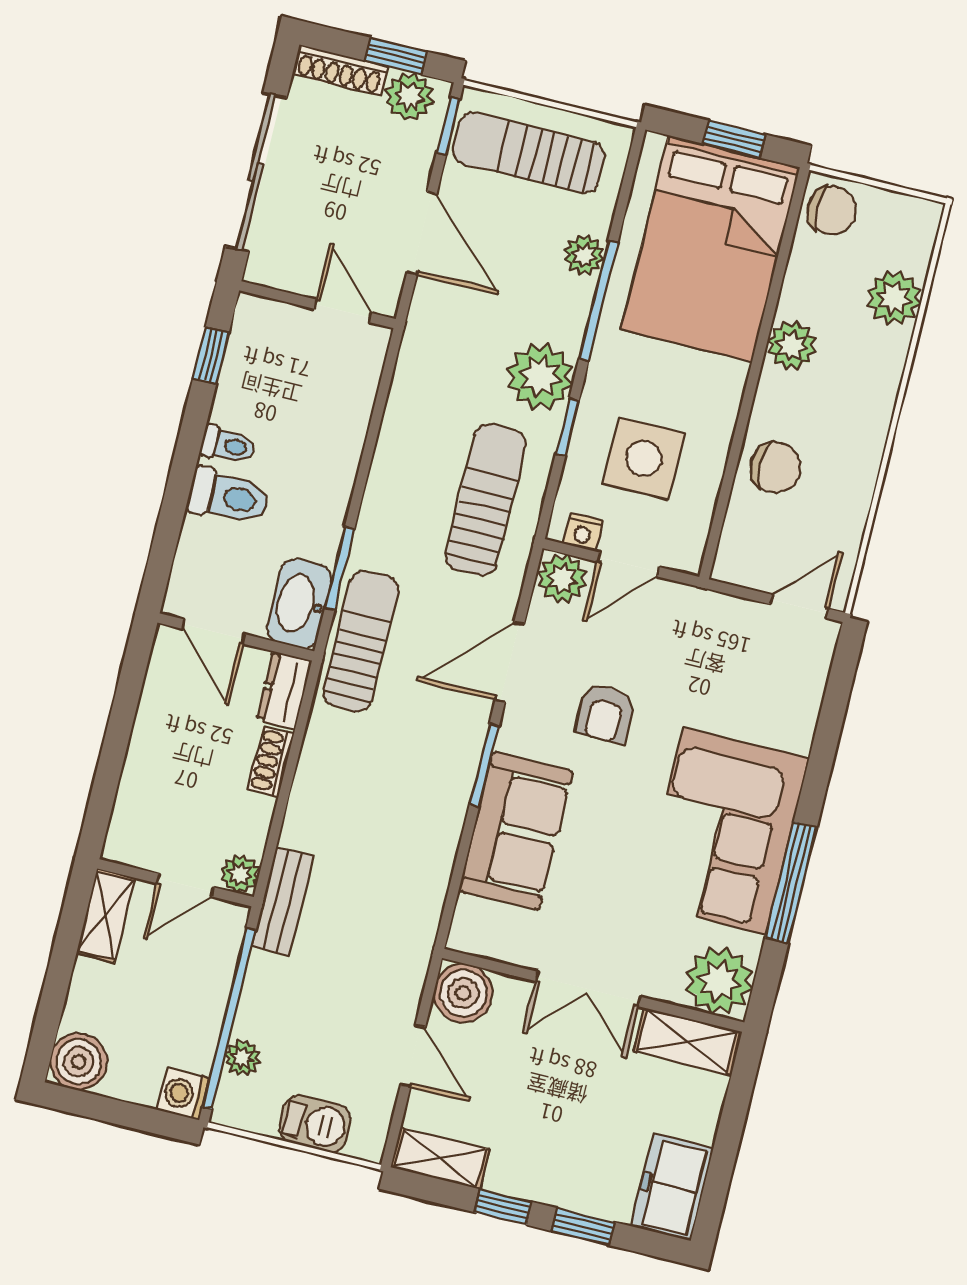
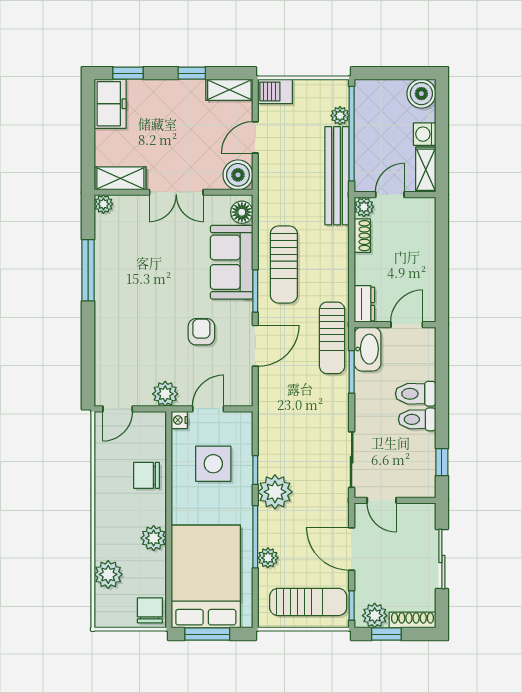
window: (734, 139) -> (207, 634), width x1.50
sliding door: (256, 172) -> (442, 559), width x0.73
chair: (832, 210) -> (150, 610), turned 90
sliding door: (380, 402) -> (352, 460), added
toilet: (228, 445) -> (417, 419), width x1.37, depth x1.39
sun lounger: (486, 500) -> (284, 264), moved
nightstand: (583, 532) -> (179, 420), moved, turned -90
plant: (562, 579) -> (165, 394), moved
door: (214, 632) -> (407, 325), hinge flipped
shoe rack: (271, 761) -> (362, 236), moved
corner sofa: (725, 831) -> (127, 288), removed
bench: (283, 901) -> (337, 176), width x1.86, depth x1.21
floor lamp: (473, 921) -> (242, 212), added
plant: (719, 981) -> (103, 204), width x0.53, depth x0.53
double door: (588, 989) -> (176, 192), swing flipped
door: (413, 1056) -> (255, 137), hinge flipped
washing machine: (183, 1094) -> (425, 134), moved, turned 180
barbecue: (315, 1124) -> (275, 91), moved
window: (583, 1227) -> (128, 73), moved

